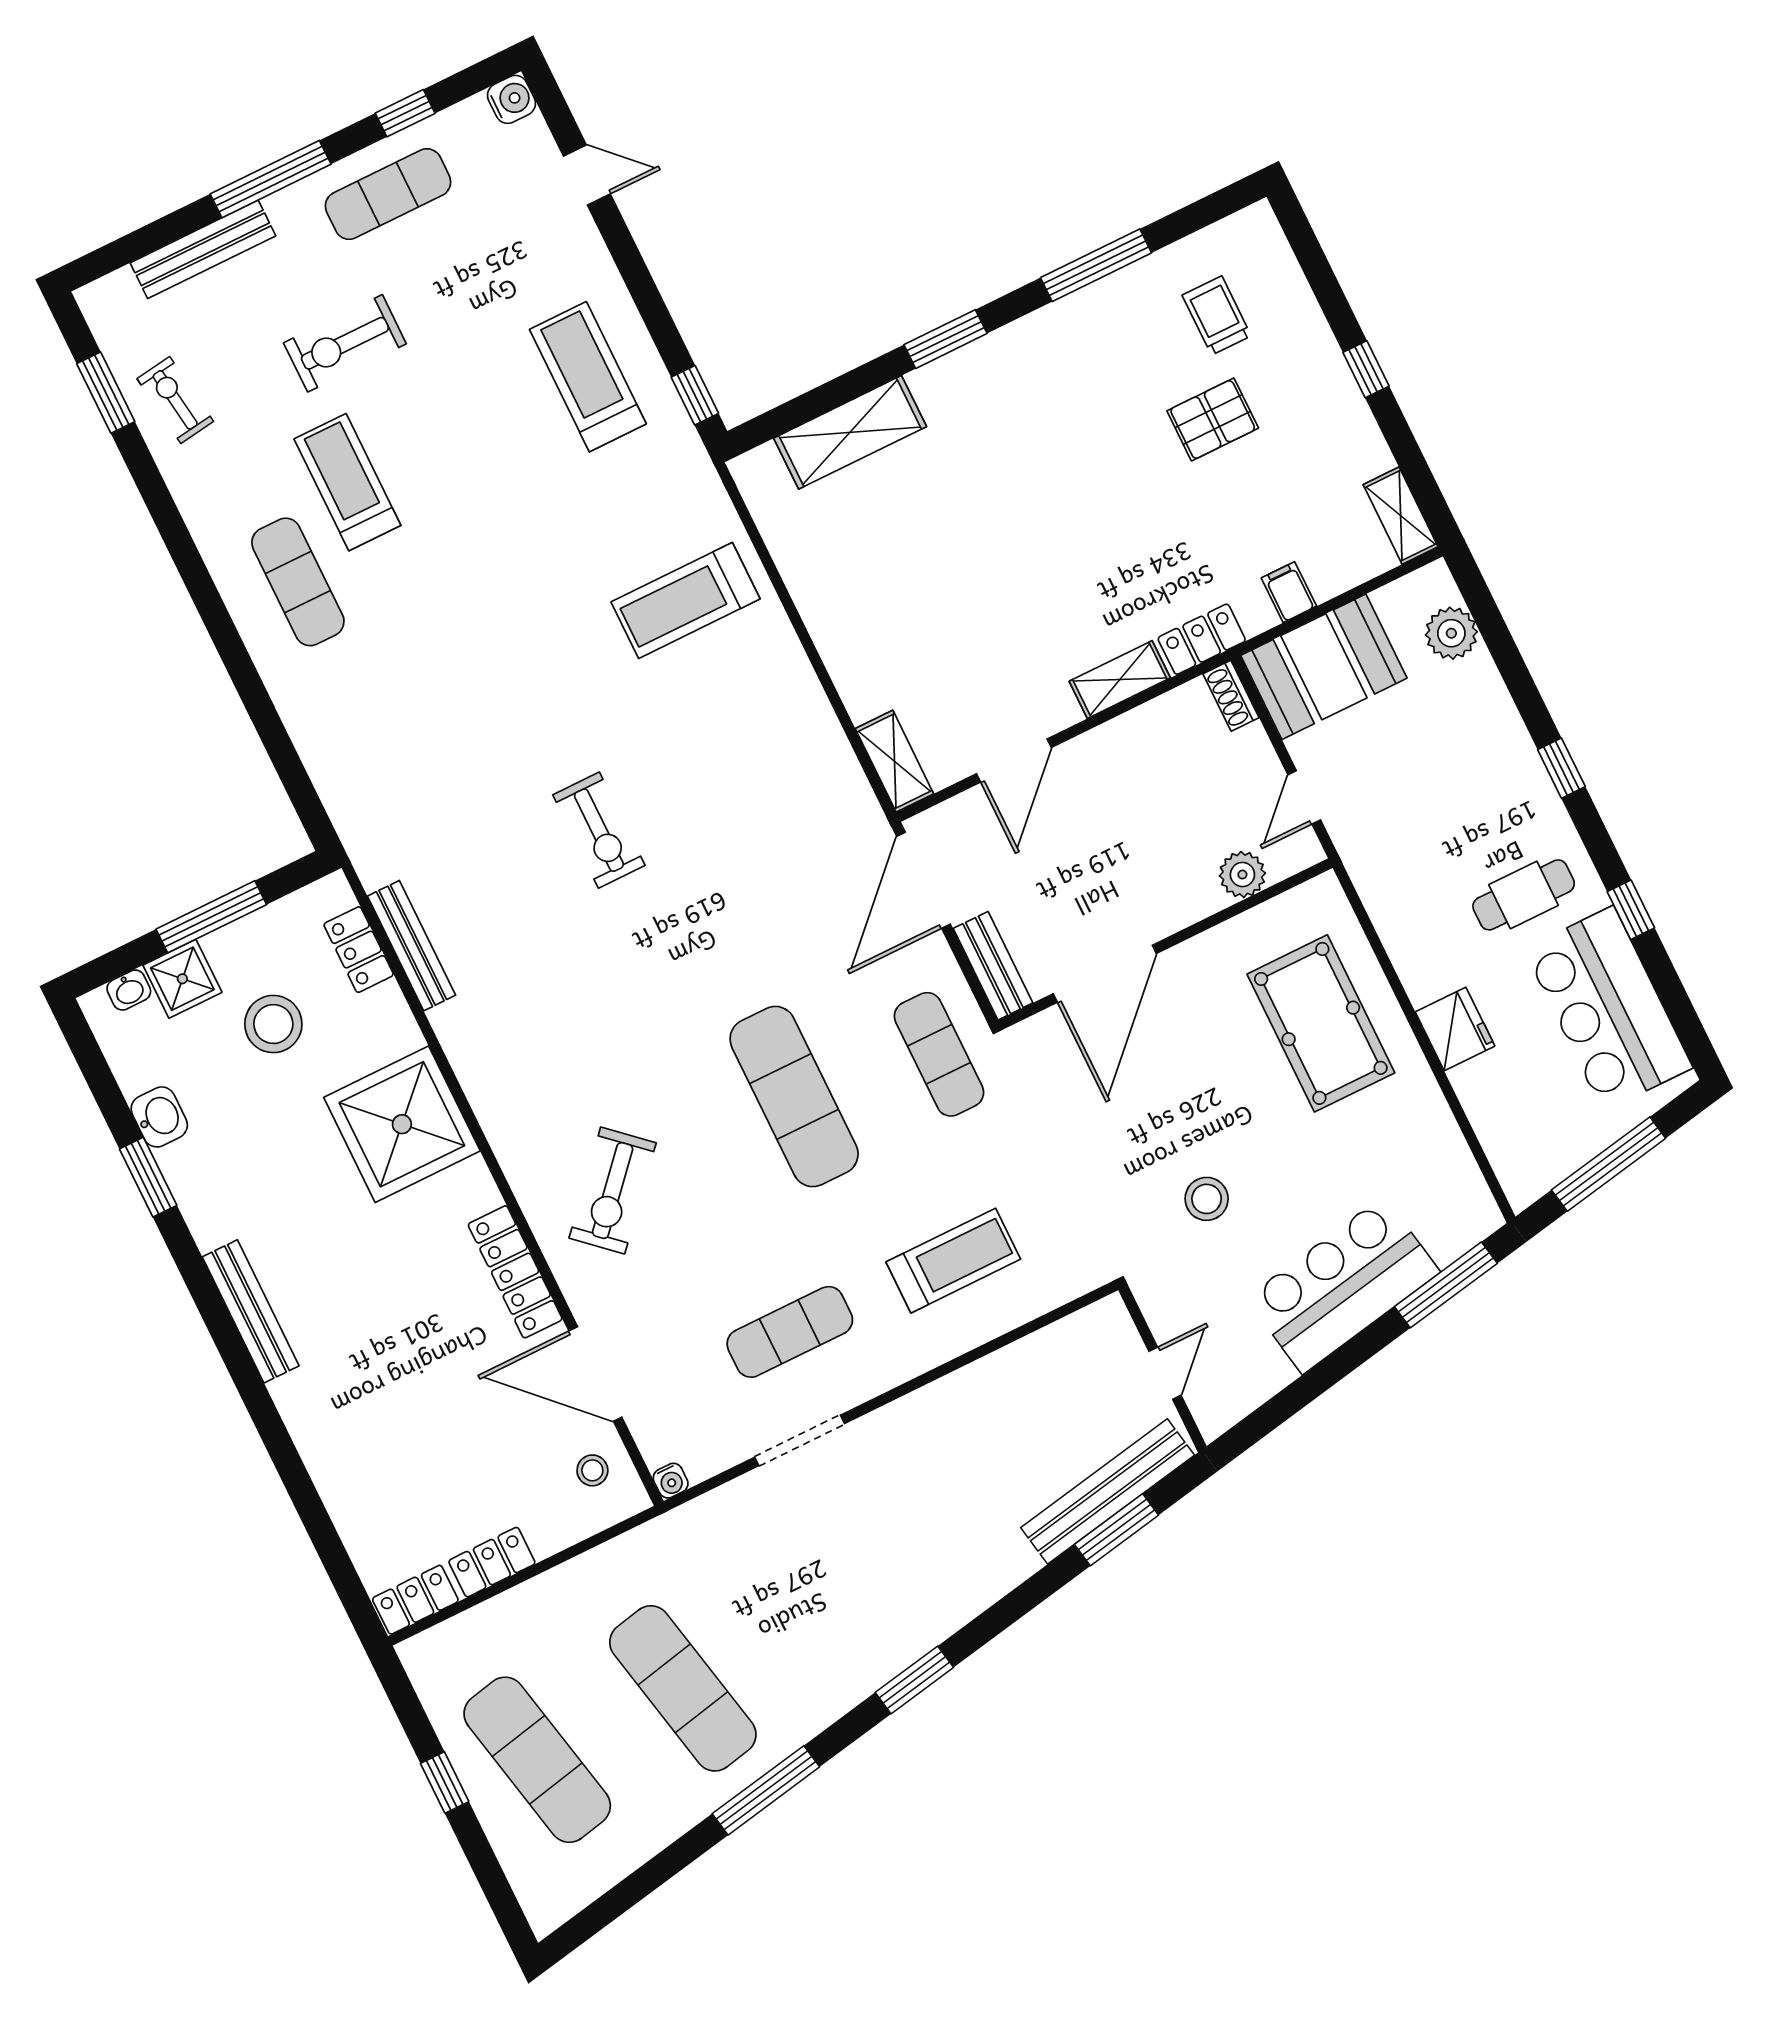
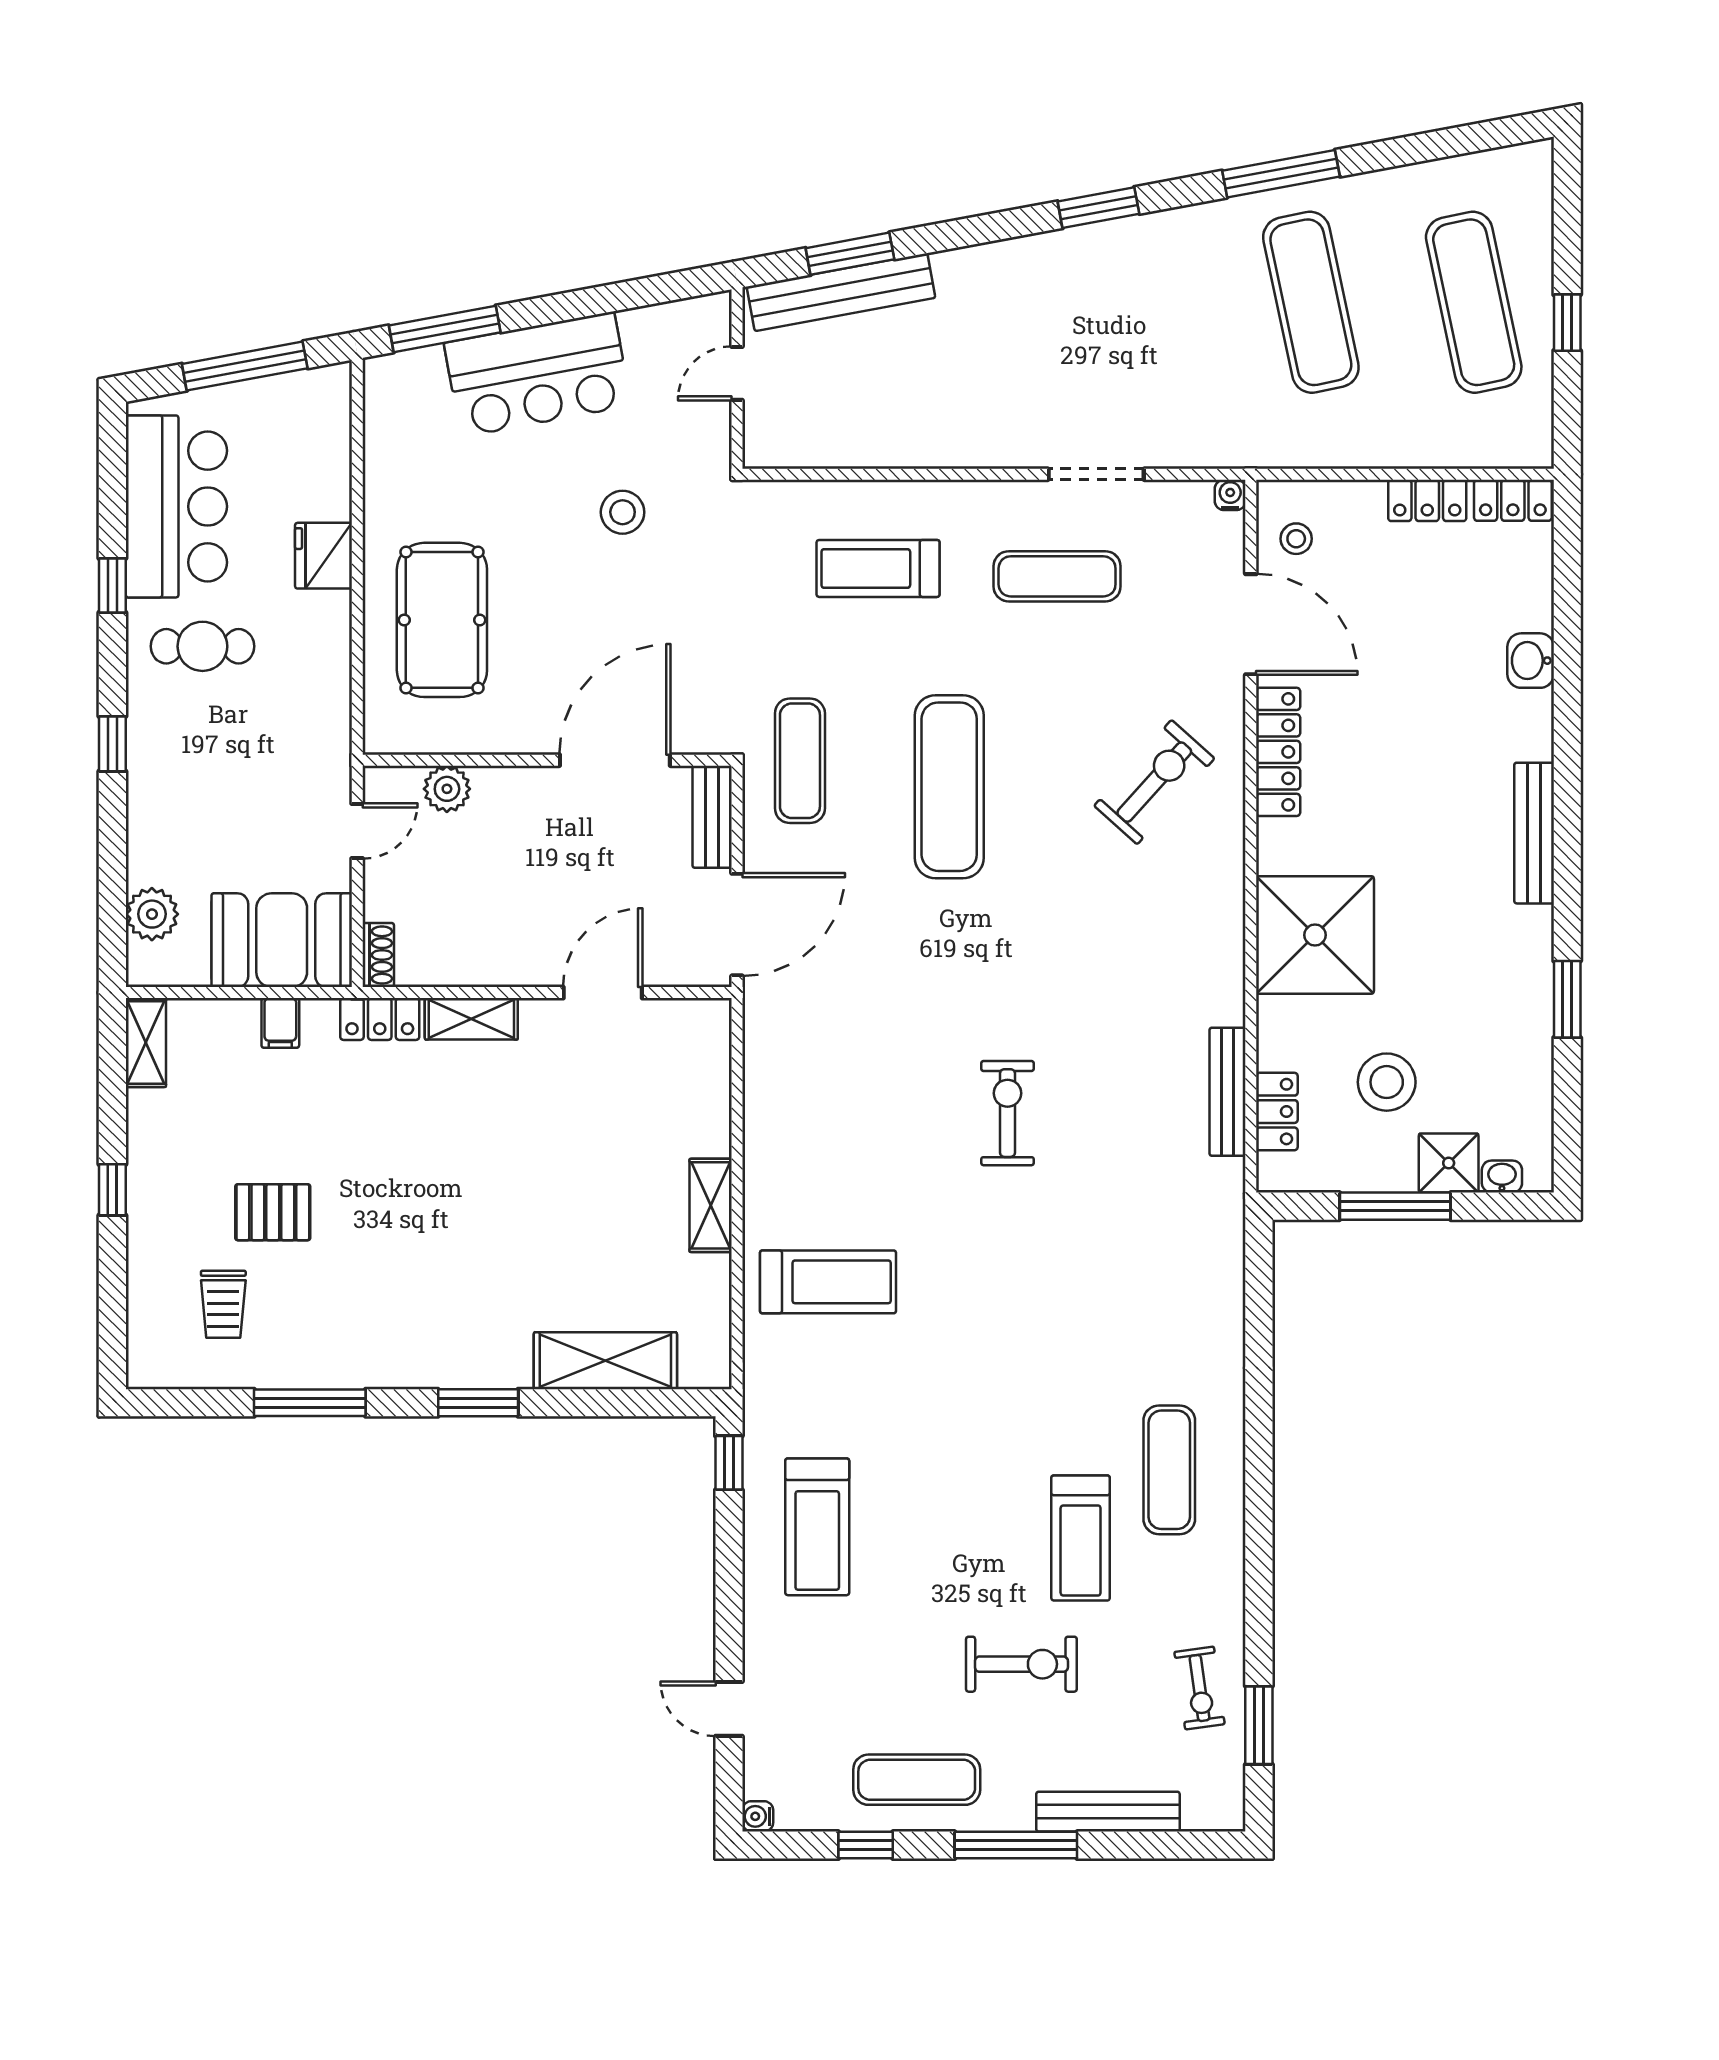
water cooler: (512, 99) -> (758, 1816), width x0.72, depth x0.72
shelving: (894, 761) -> (711, 1205), moved
washbasin: (159, 1117) -> (1531, 661), moved

